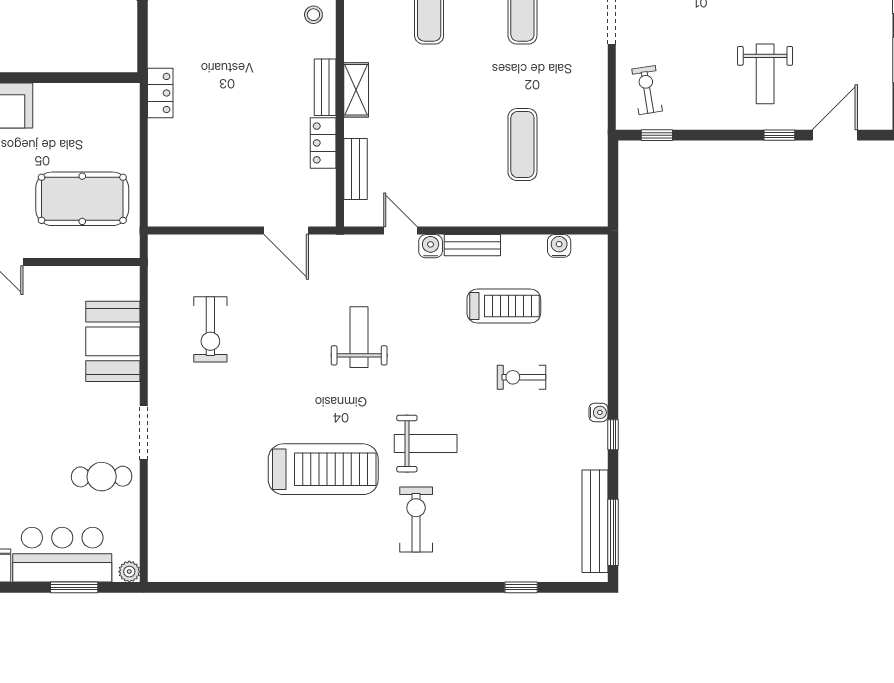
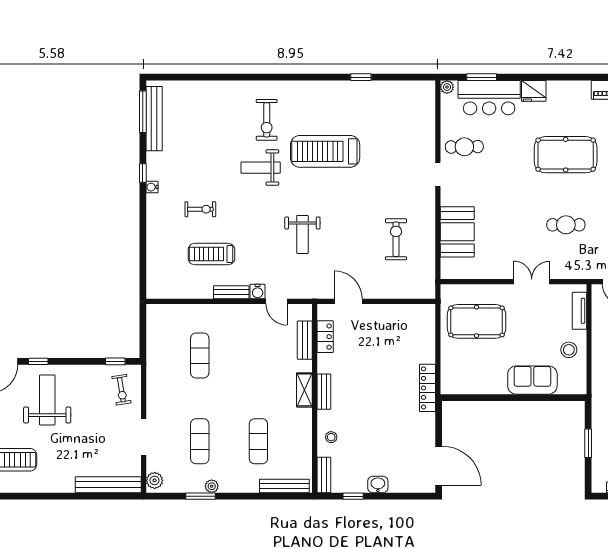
weight bench: (765, 74) -> (47, 400), width x1.36, depth x1.33
locker: (160, 93) -> (427, 388), width x1.53
locker: (323, 143) -> (325, 337), moved
water cooler: (559, 246) -> (177, 292), removed
doorway: (144, 433) -> (438, 174), width x0.73
window: (521, 587) -> (361, 77), moved

